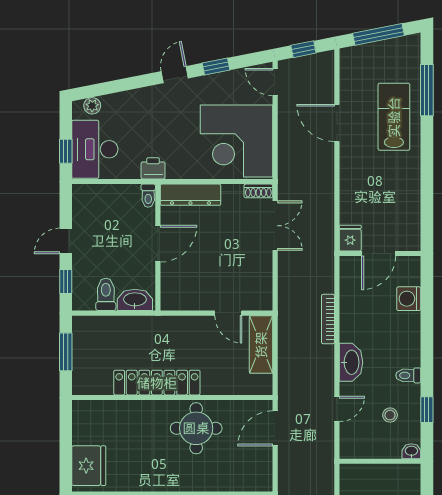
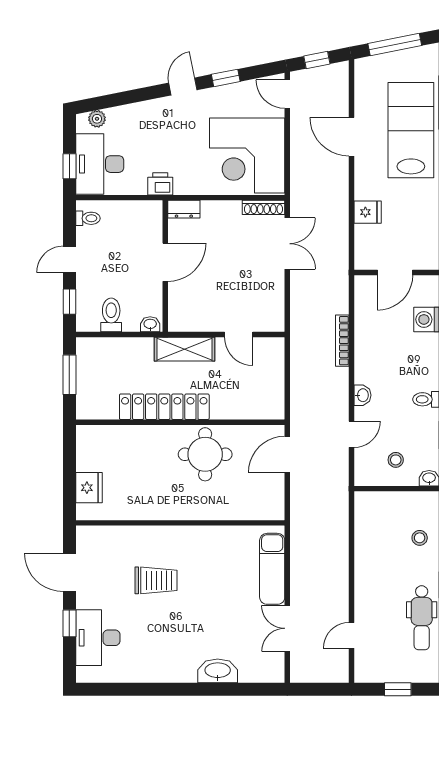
lab bench: (394, 117) -> (411, 130), width x1.36, depth x1.39
shoe rack: (258, 191) -> (264, 207), width x1.43
dresser: (190, 195) -> (184, 209), width x0.51, depth x0.80
toilet: (148, 196) -> (88, 218), moved, turned -90
fridge: (350, 238) -> (368, 212), moved, turned 90
washbasin: (135, 300) -> (150, 324), width x0.52, depth x0.69
shelving: (261, 345) -> (185, 349), moved, turned 90
washbasin: (351, 362) -> (362, 395), width x0.52, depth x0.69
stool: (390, 415) -> (396, 460), moved
fridge: (89, 466) -> (89, 488), width x0.73, depth x0.75

